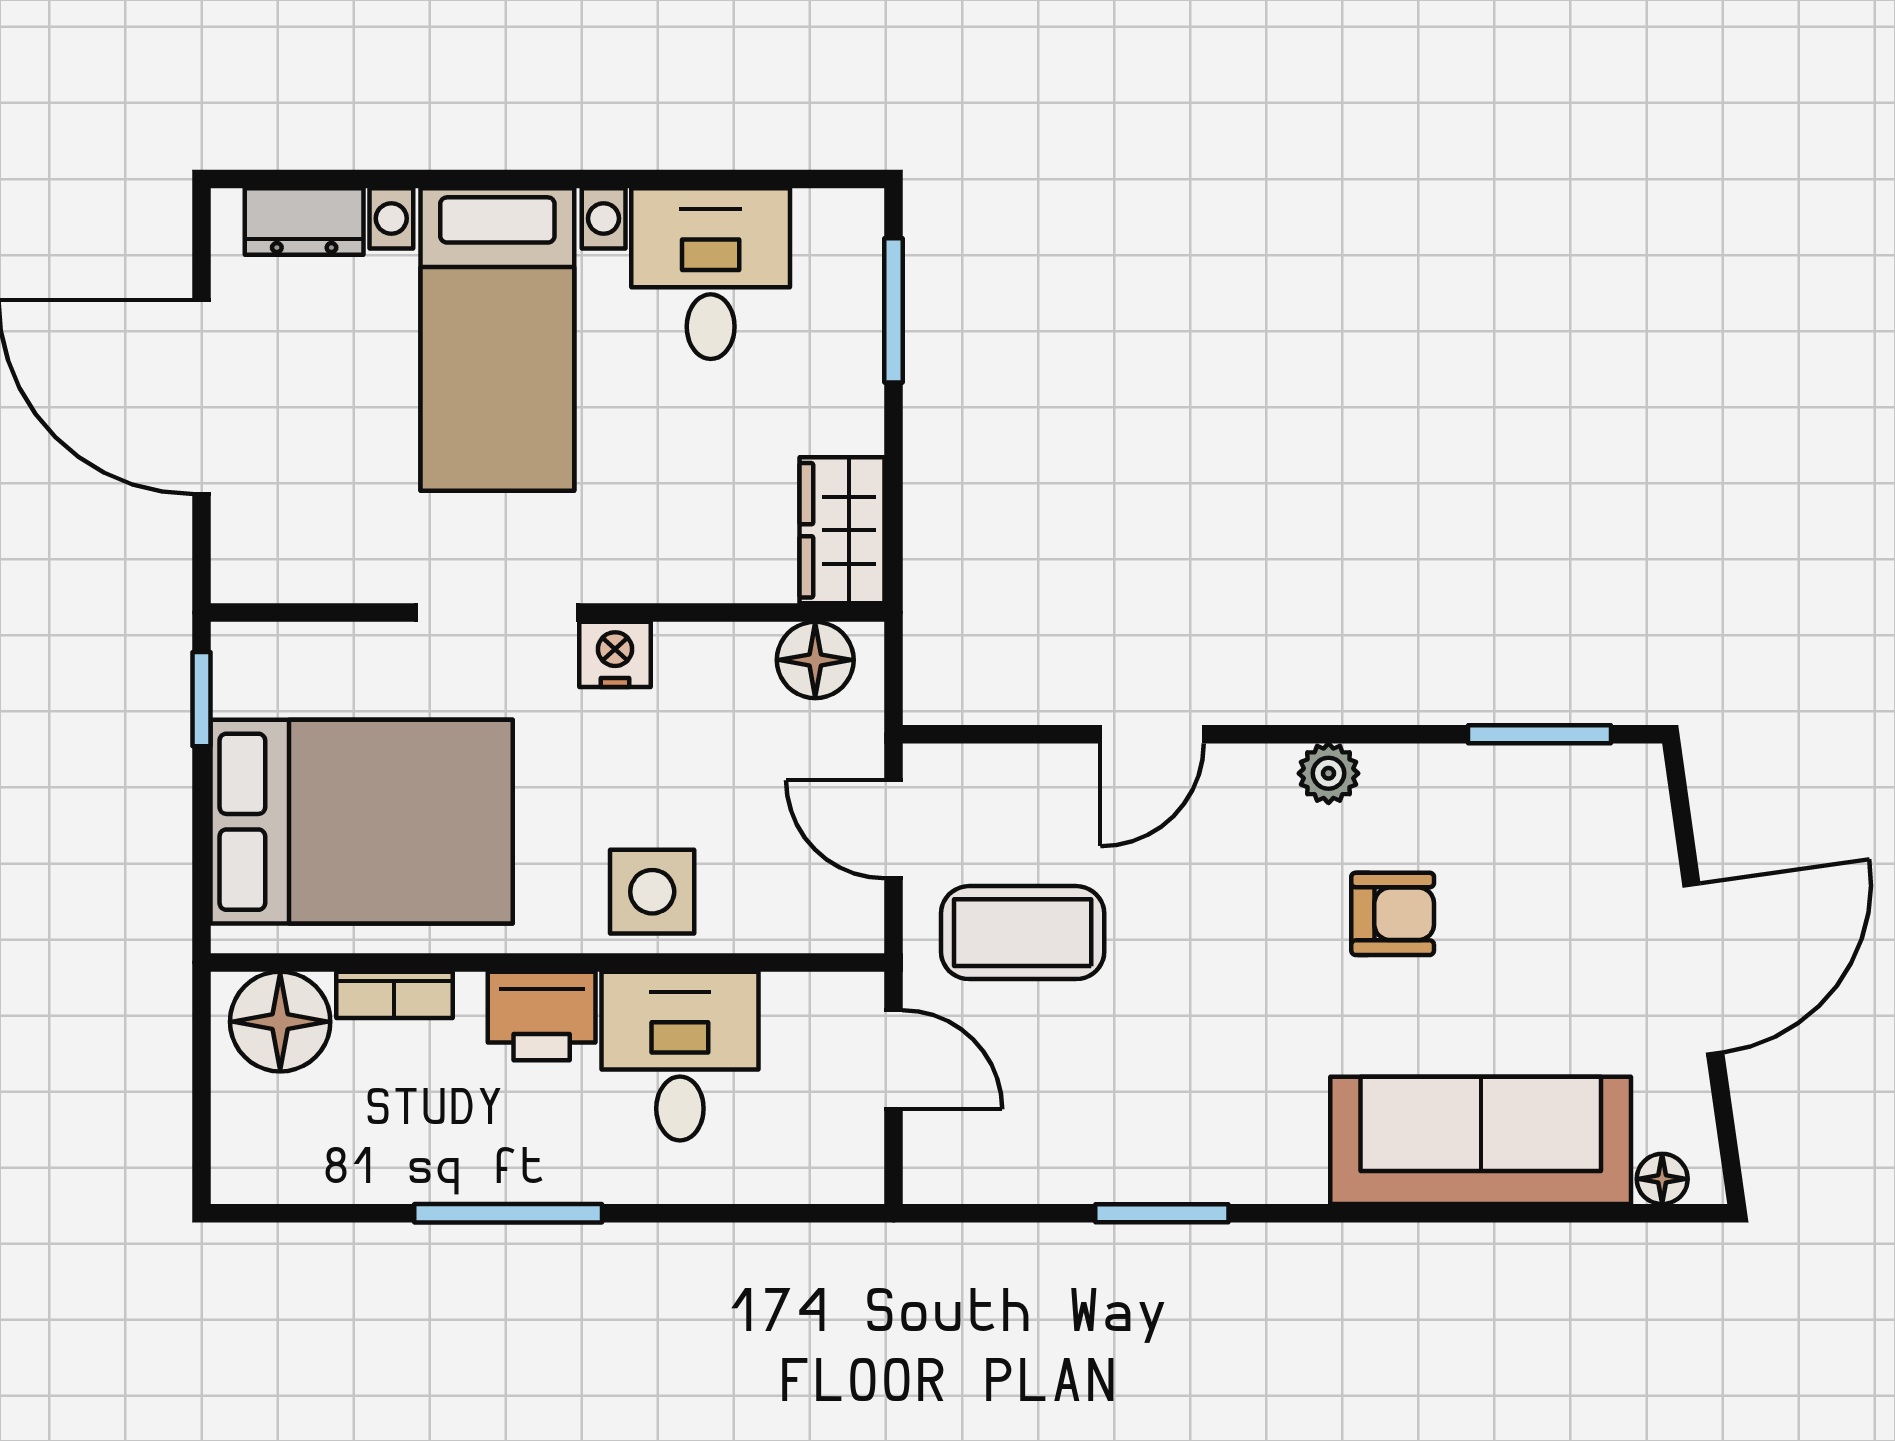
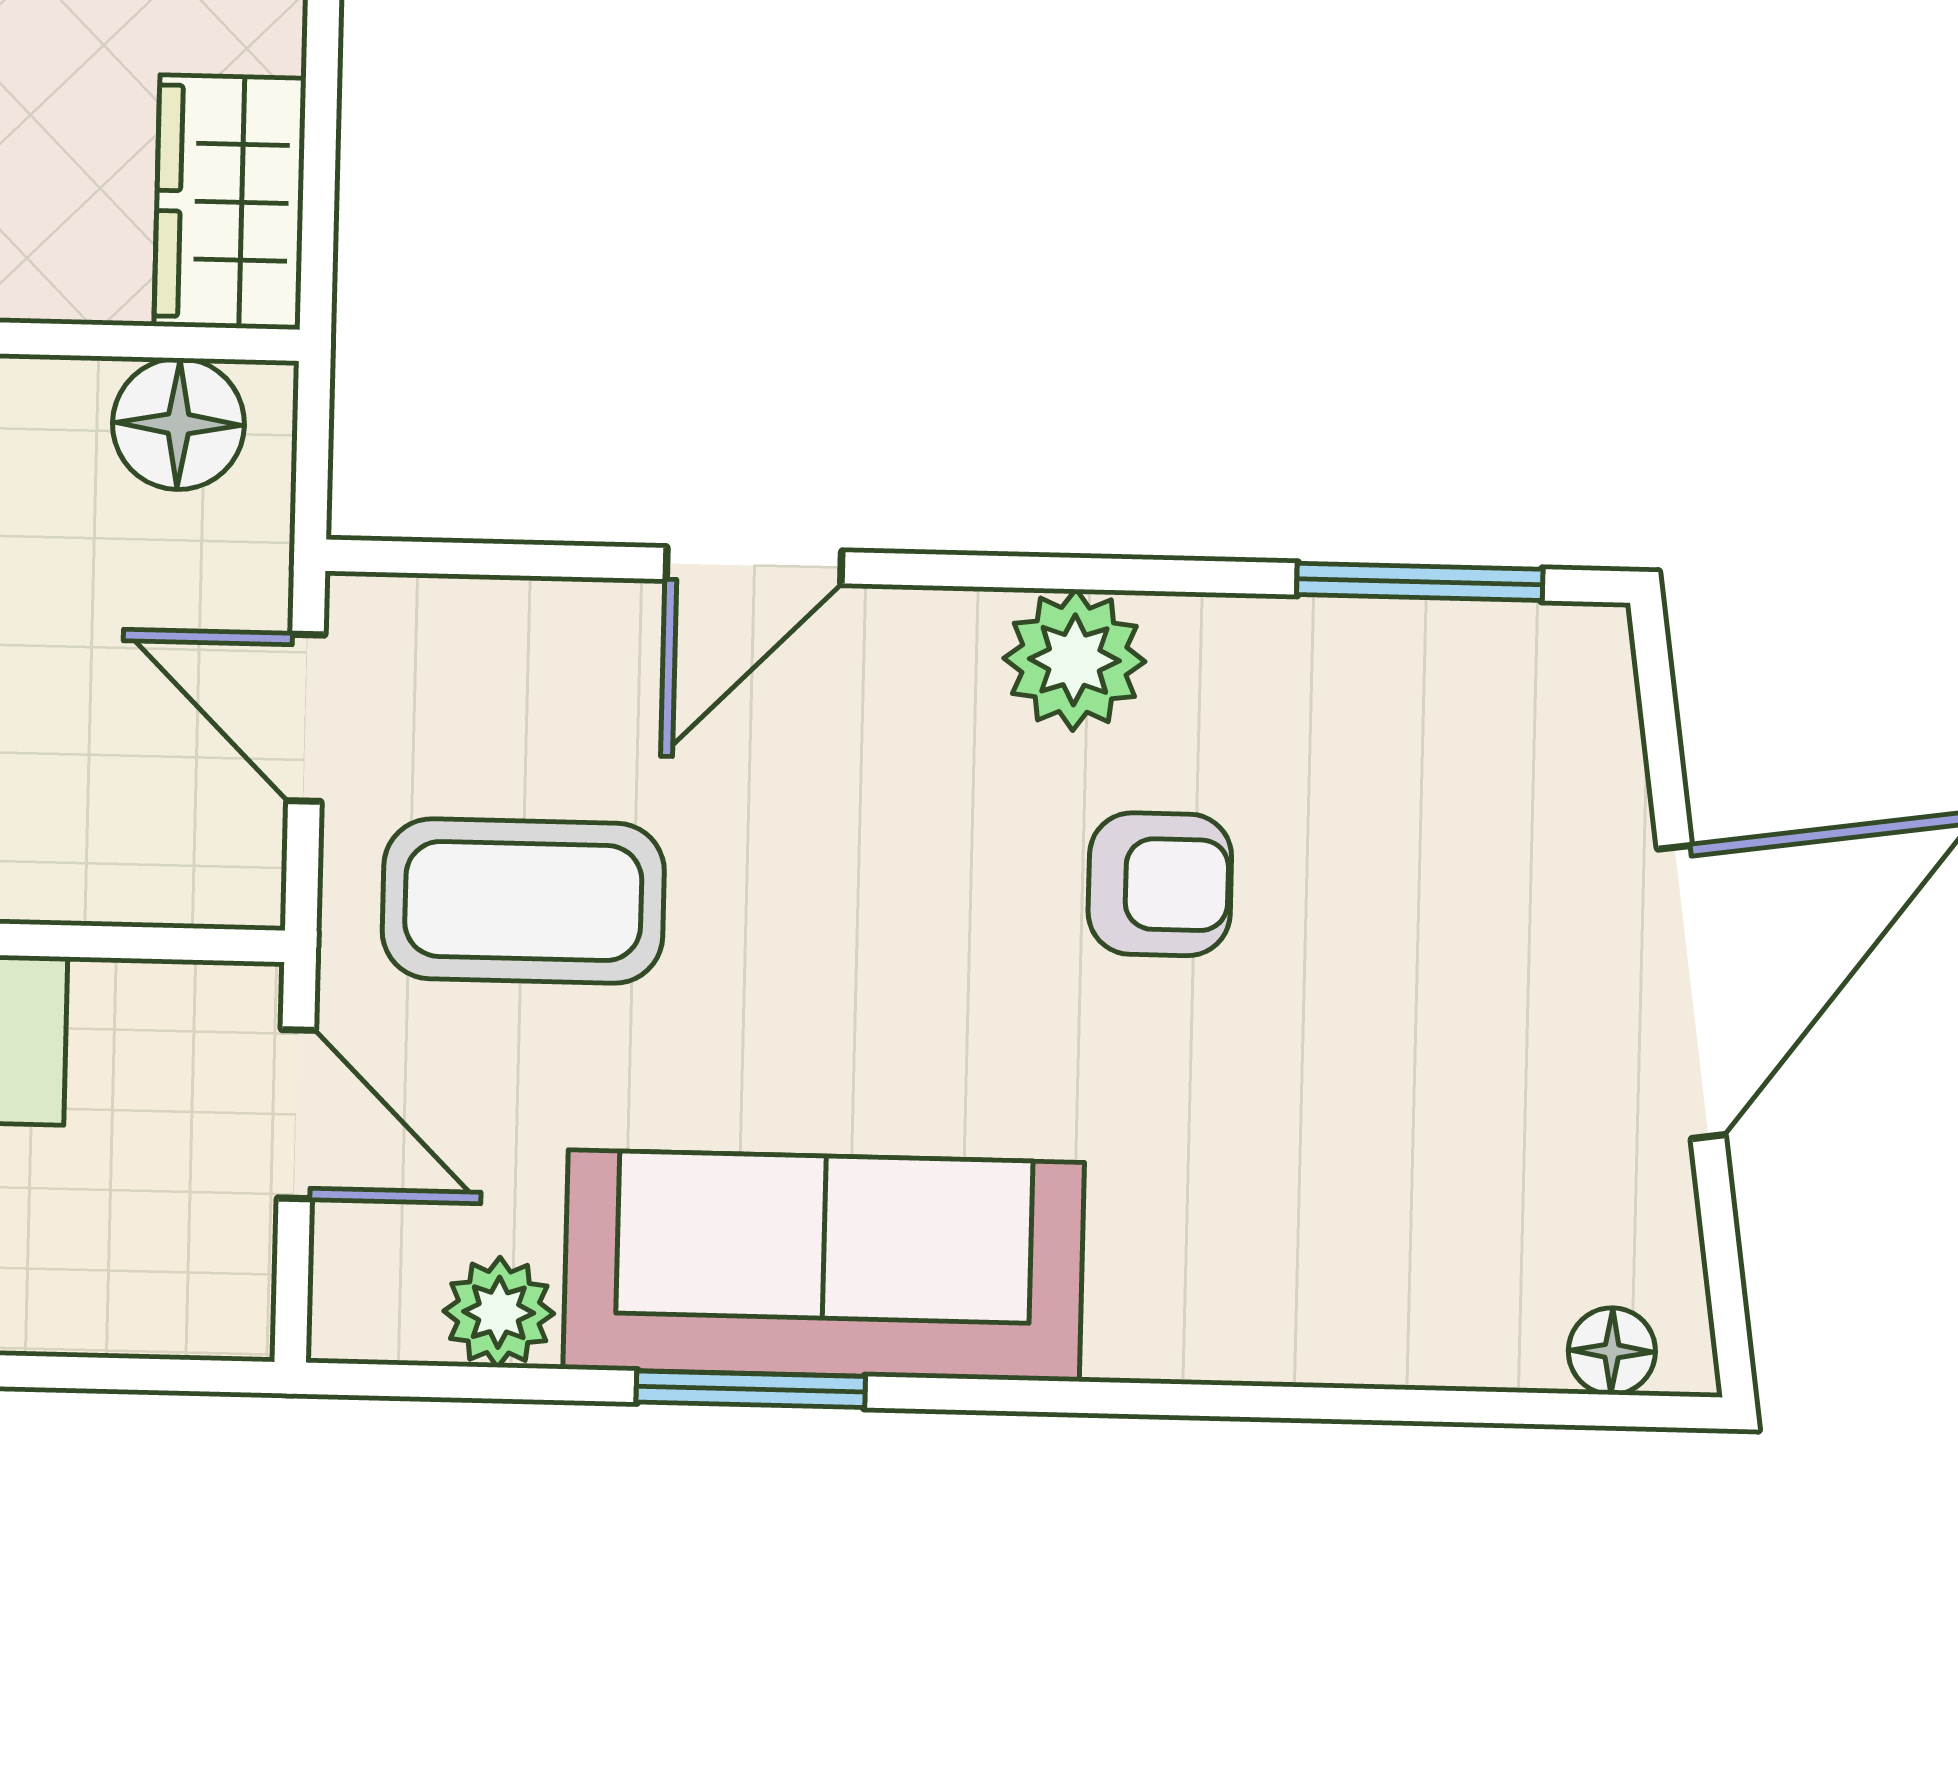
plant: (1329, 773) -> (1074, 660), width x1.38, depth x1.38
sofa: (1481, 1140) -> (824, 1266), moved
plant: (1014, 1172) -> (499, 1312), added

